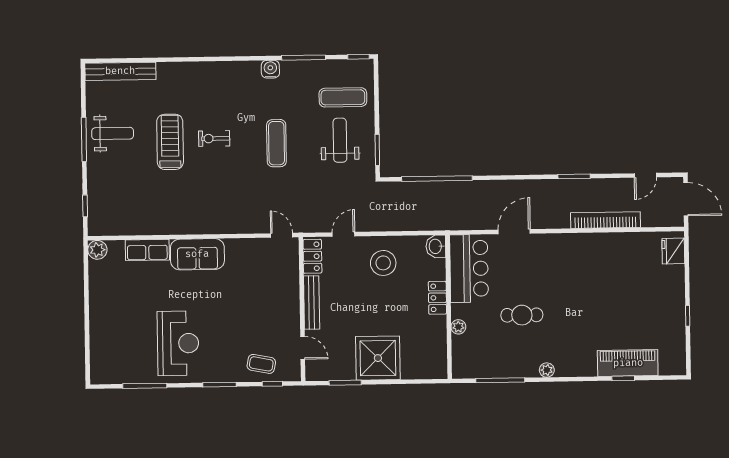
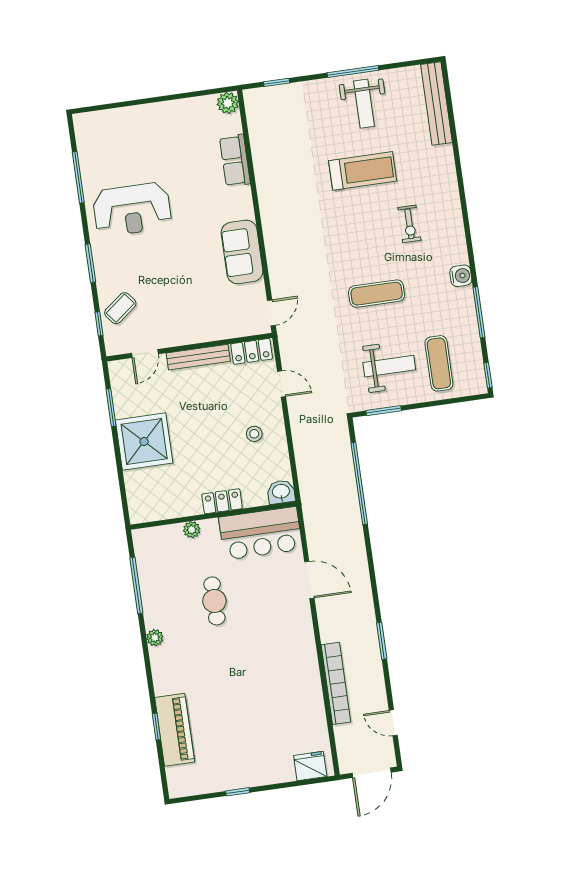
exercise bike: (214, 138) -> (409, 224), moved, turned 180
sofa: (197, 254) -> (242, 252), moved
stool: (383, 263) -> (254, 434), width x0.53, depth x0.53
coffee table: (261, 364) -> (120, 308), turned 41

